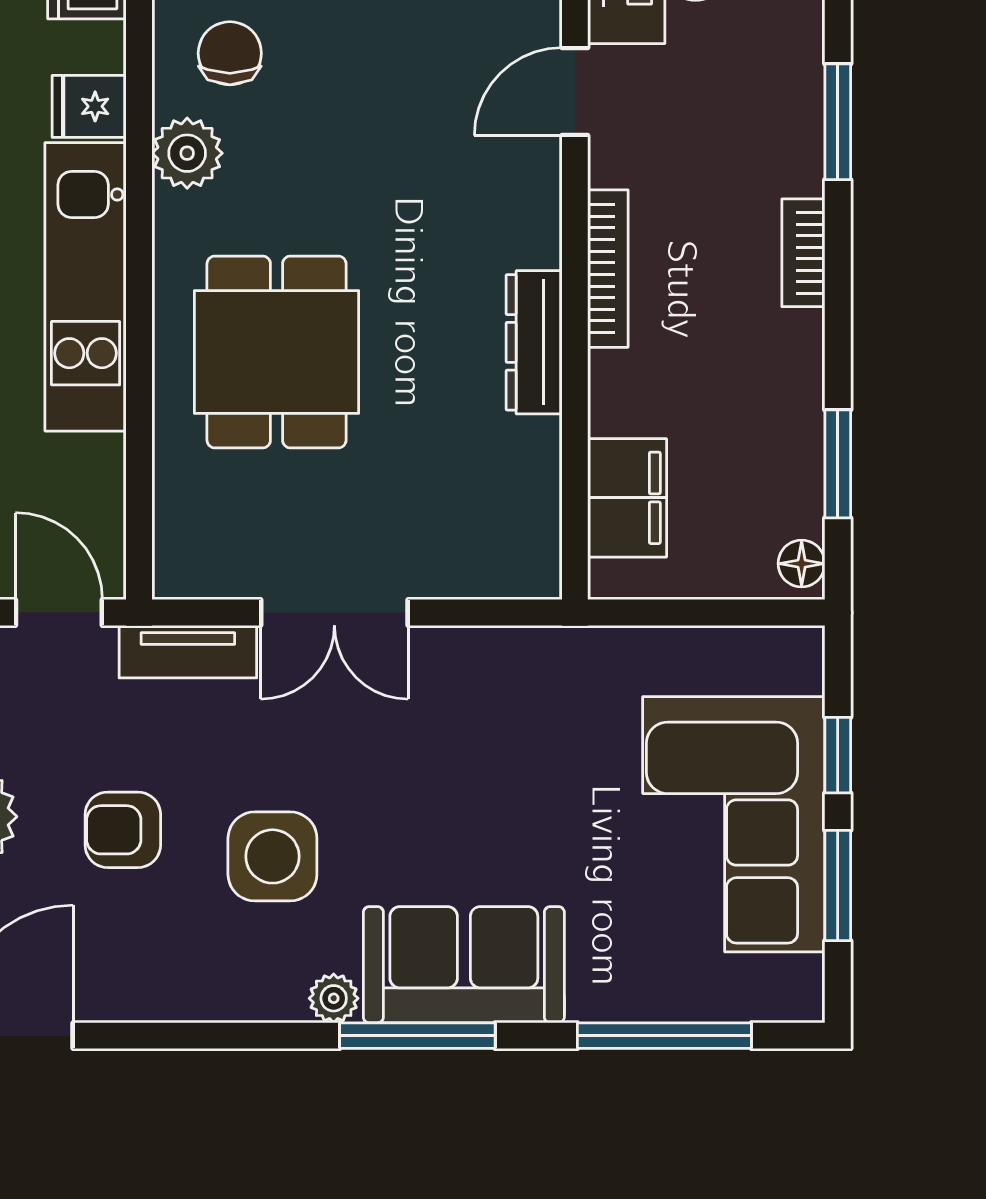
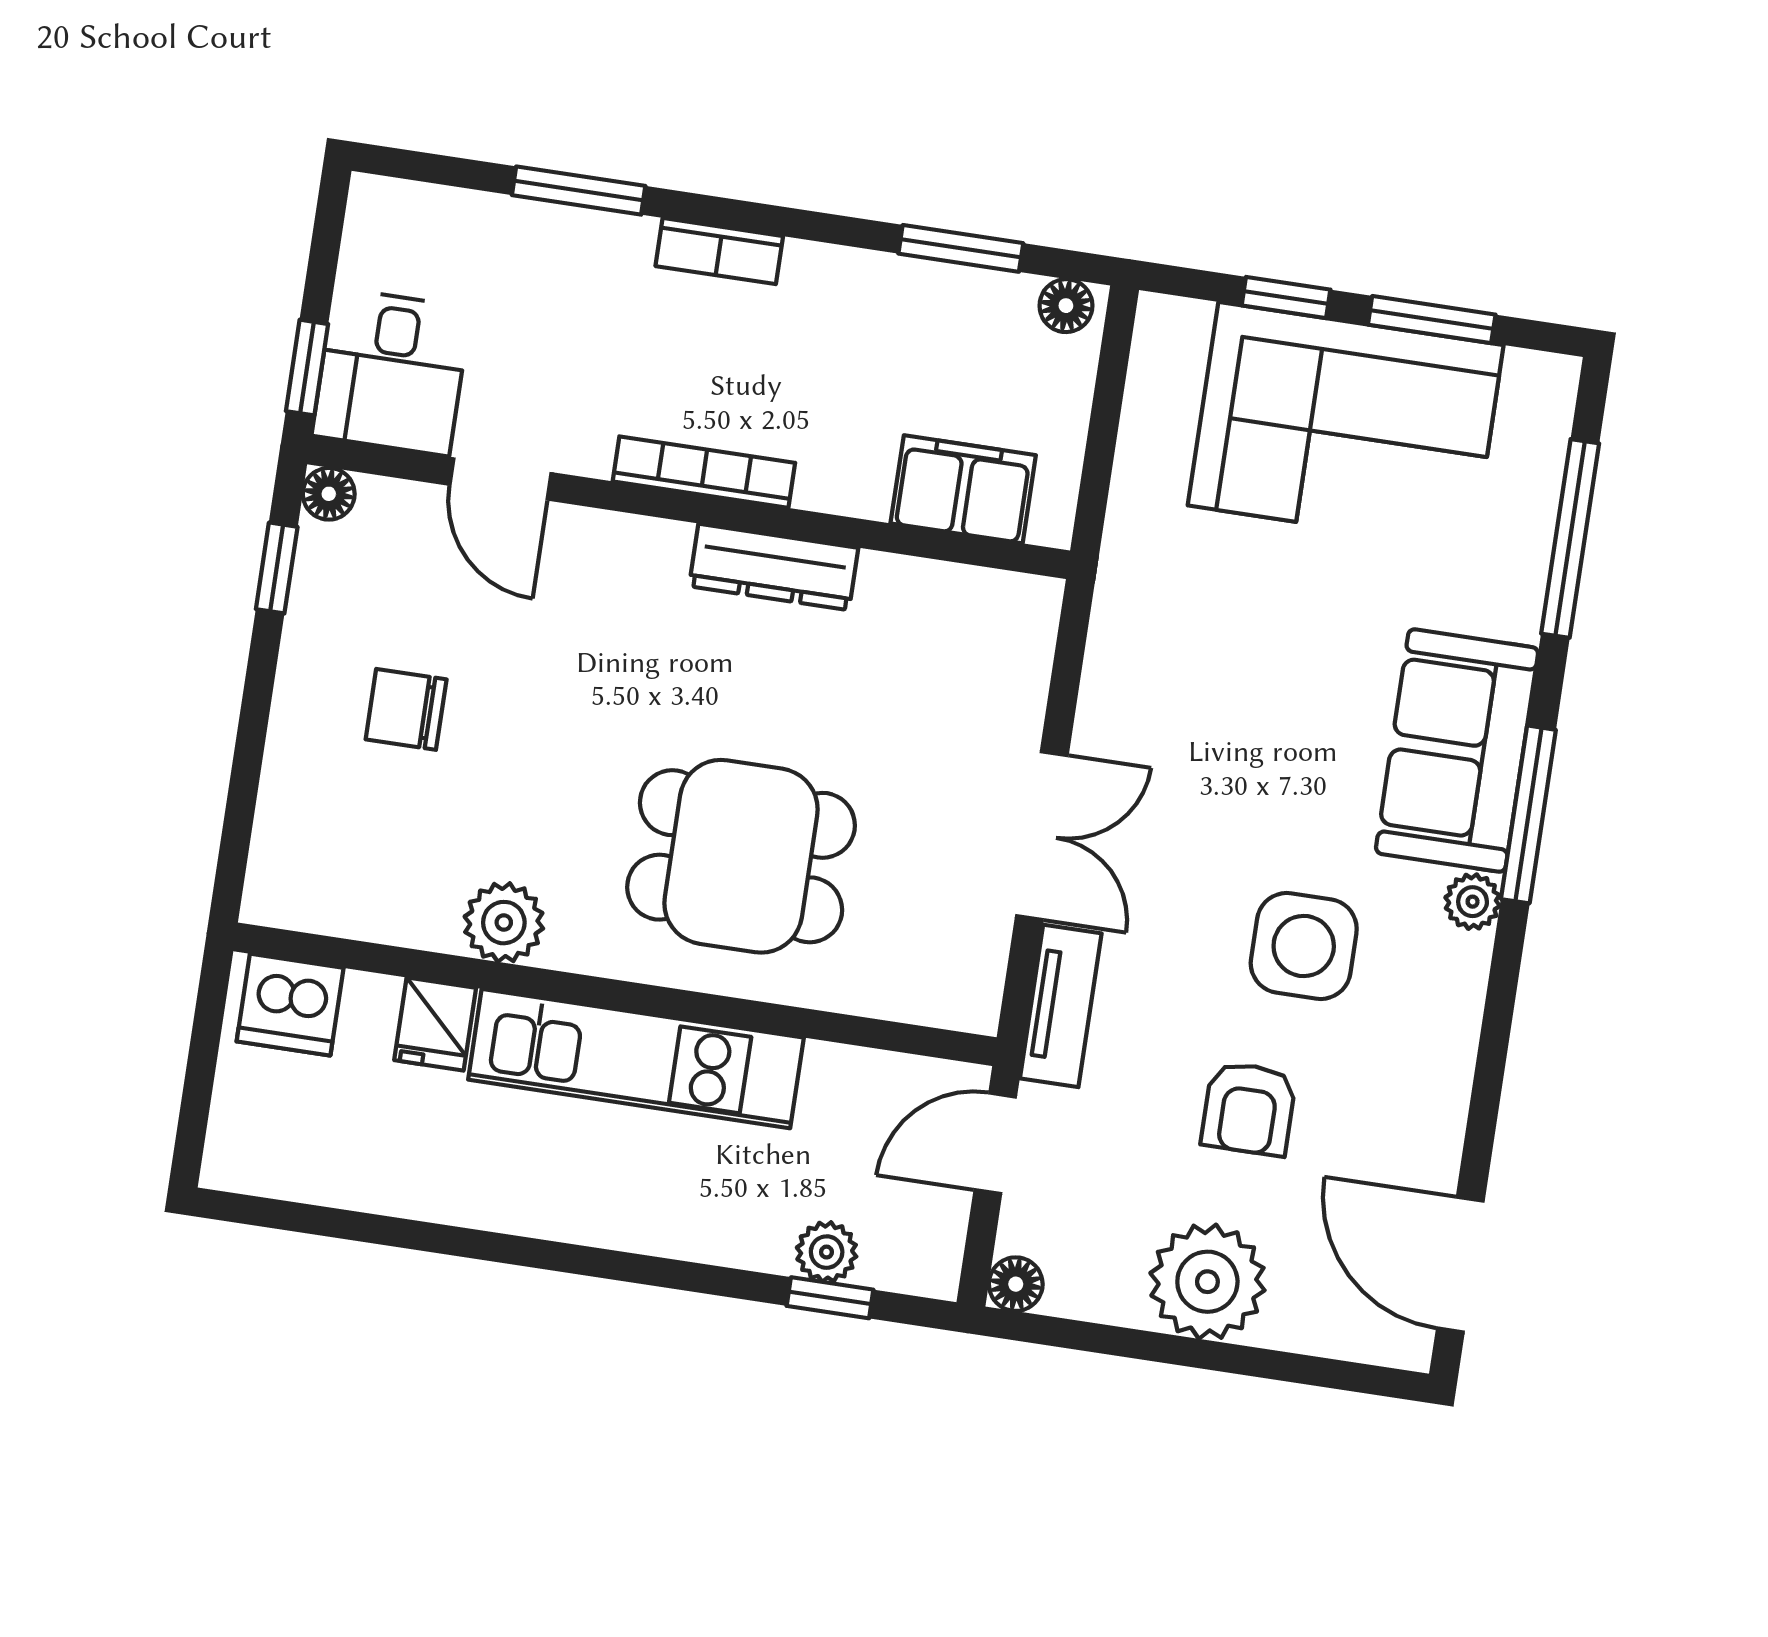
chair: (230, 53) -> (406, 709), moved

